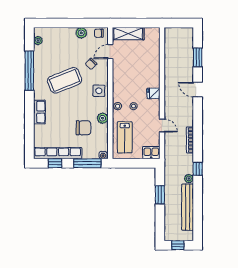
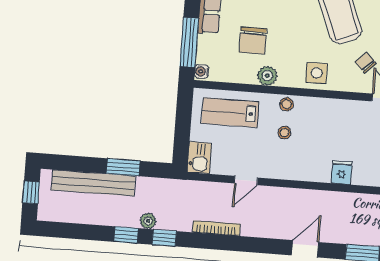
fridge: (153, 93) -> (342, 173), moved
window: (198, 190) -> (126, 235), added
bench: (188, 207) -> (93, 183), moved

